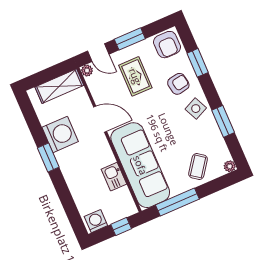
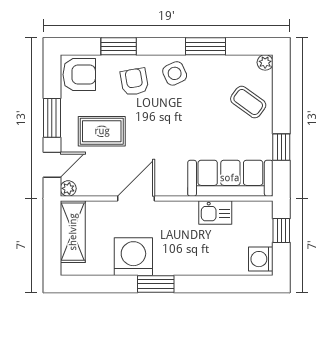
sofa: (140, 165) -> (230, 178), width x0.74, depth x0.79
window: (177, 202) -> (281, 147), width x0.46

